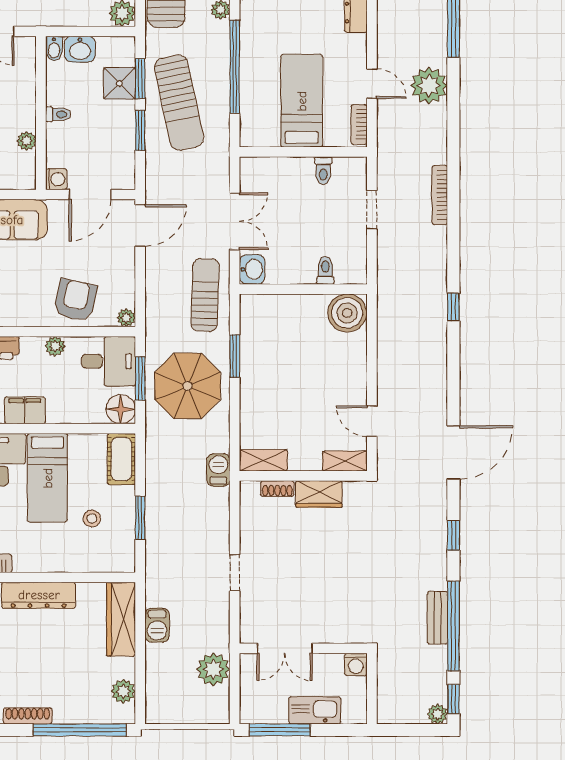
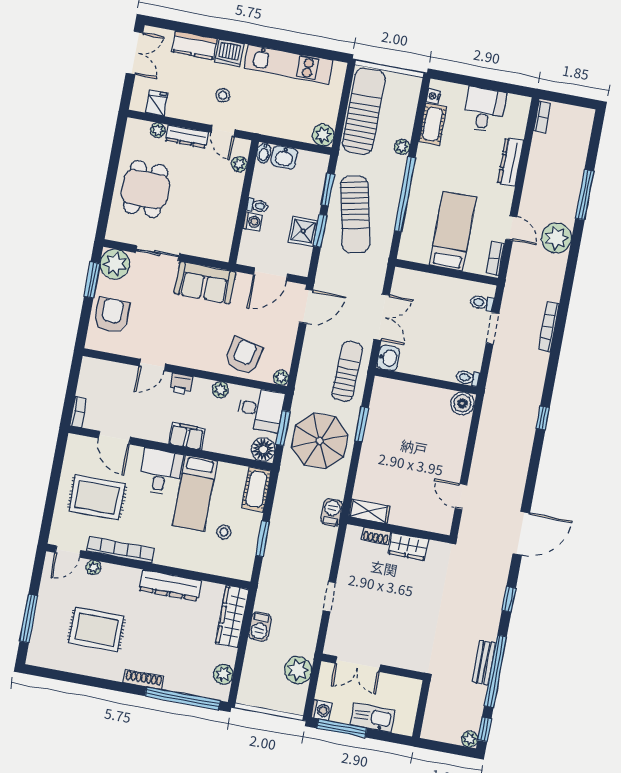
shower: (119, 83) -> (303, 231), moved
plant: (27, 141) -> (239, 164), moved
toilet: (323, 171) -> (482, 303), moved, turned 90
washing machine: (56, 179) -> (253, 221), moved
toilet: (325, 270) -> (468, 378), moved, turned -90
boiler: (347, 313) -> (462, 403), width x0.73, depth x0.73
shelving: (345, 461) -> (434, 524), removed
washing machine: (356, 664) -> (321, 710), moved, turned -90

